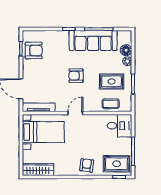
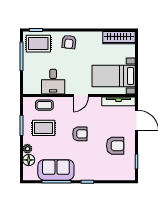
sofa: (93, 40) -> (56, 170), width x0.73
armchair: (34, 51) -> (115, 146), moved, turned 180
desk: (119, 126) -> (53, 82), moved, turned -90

